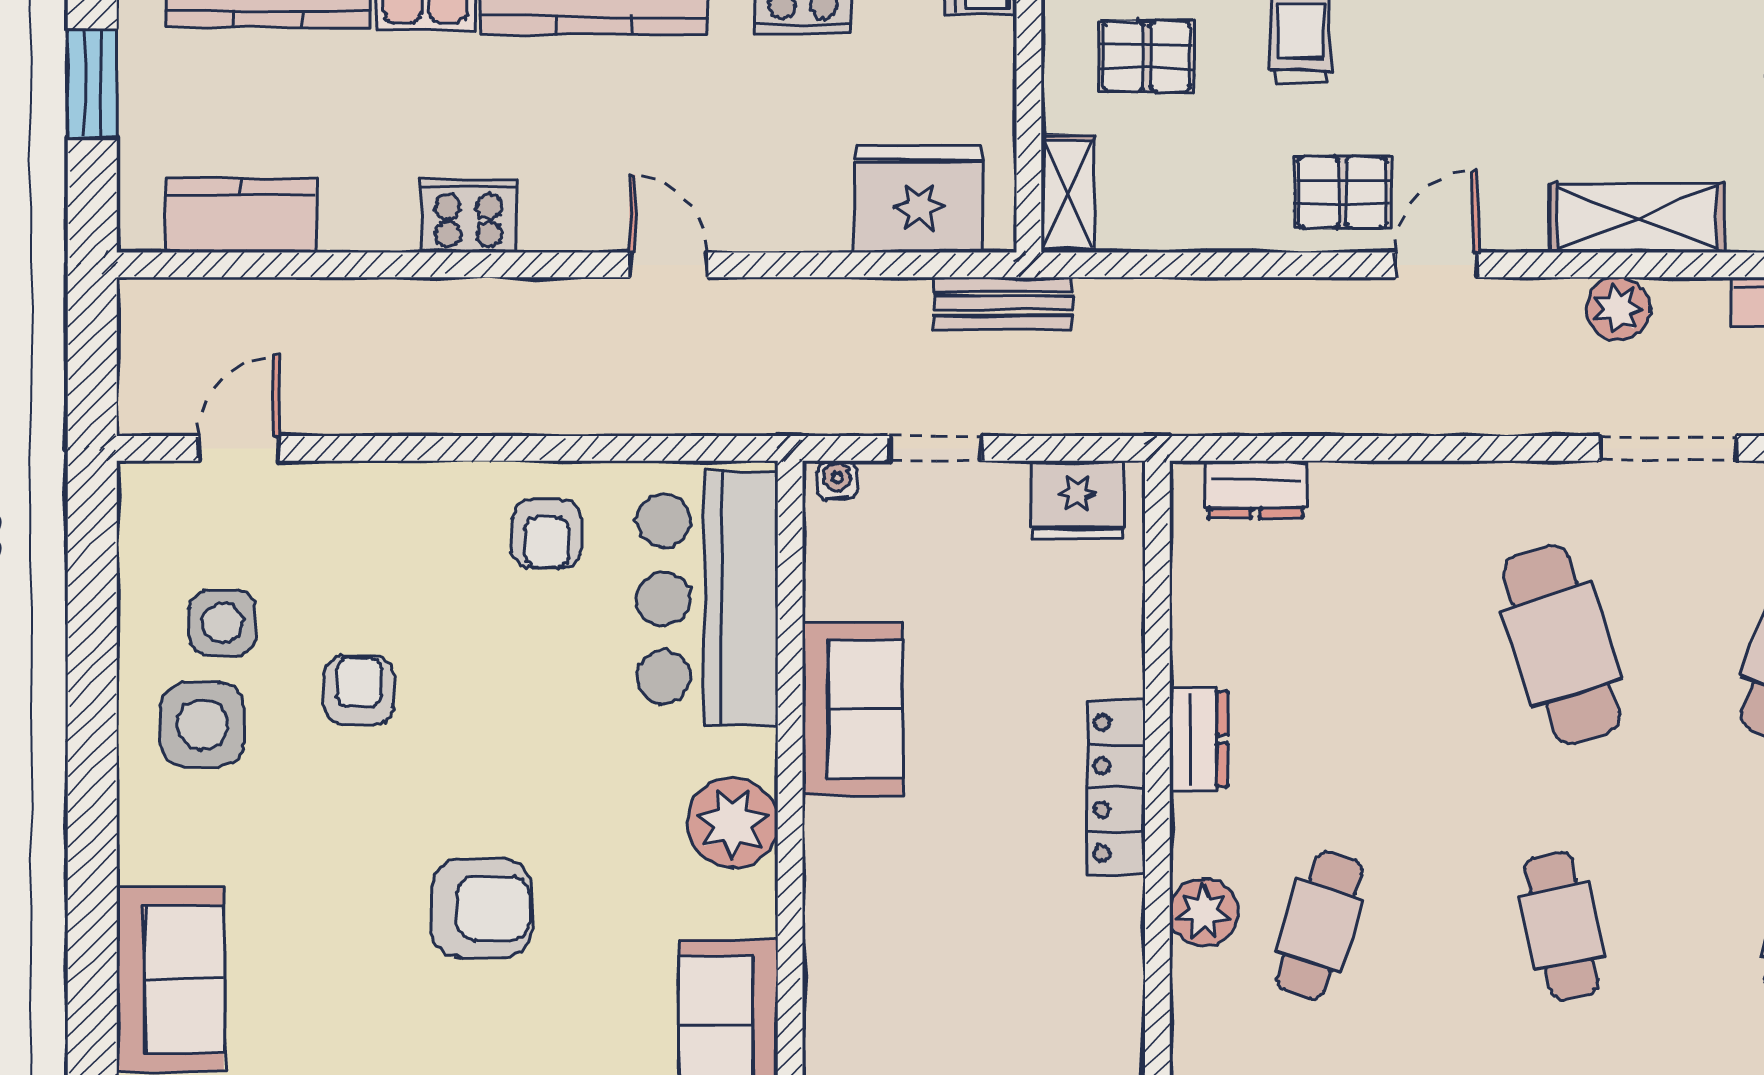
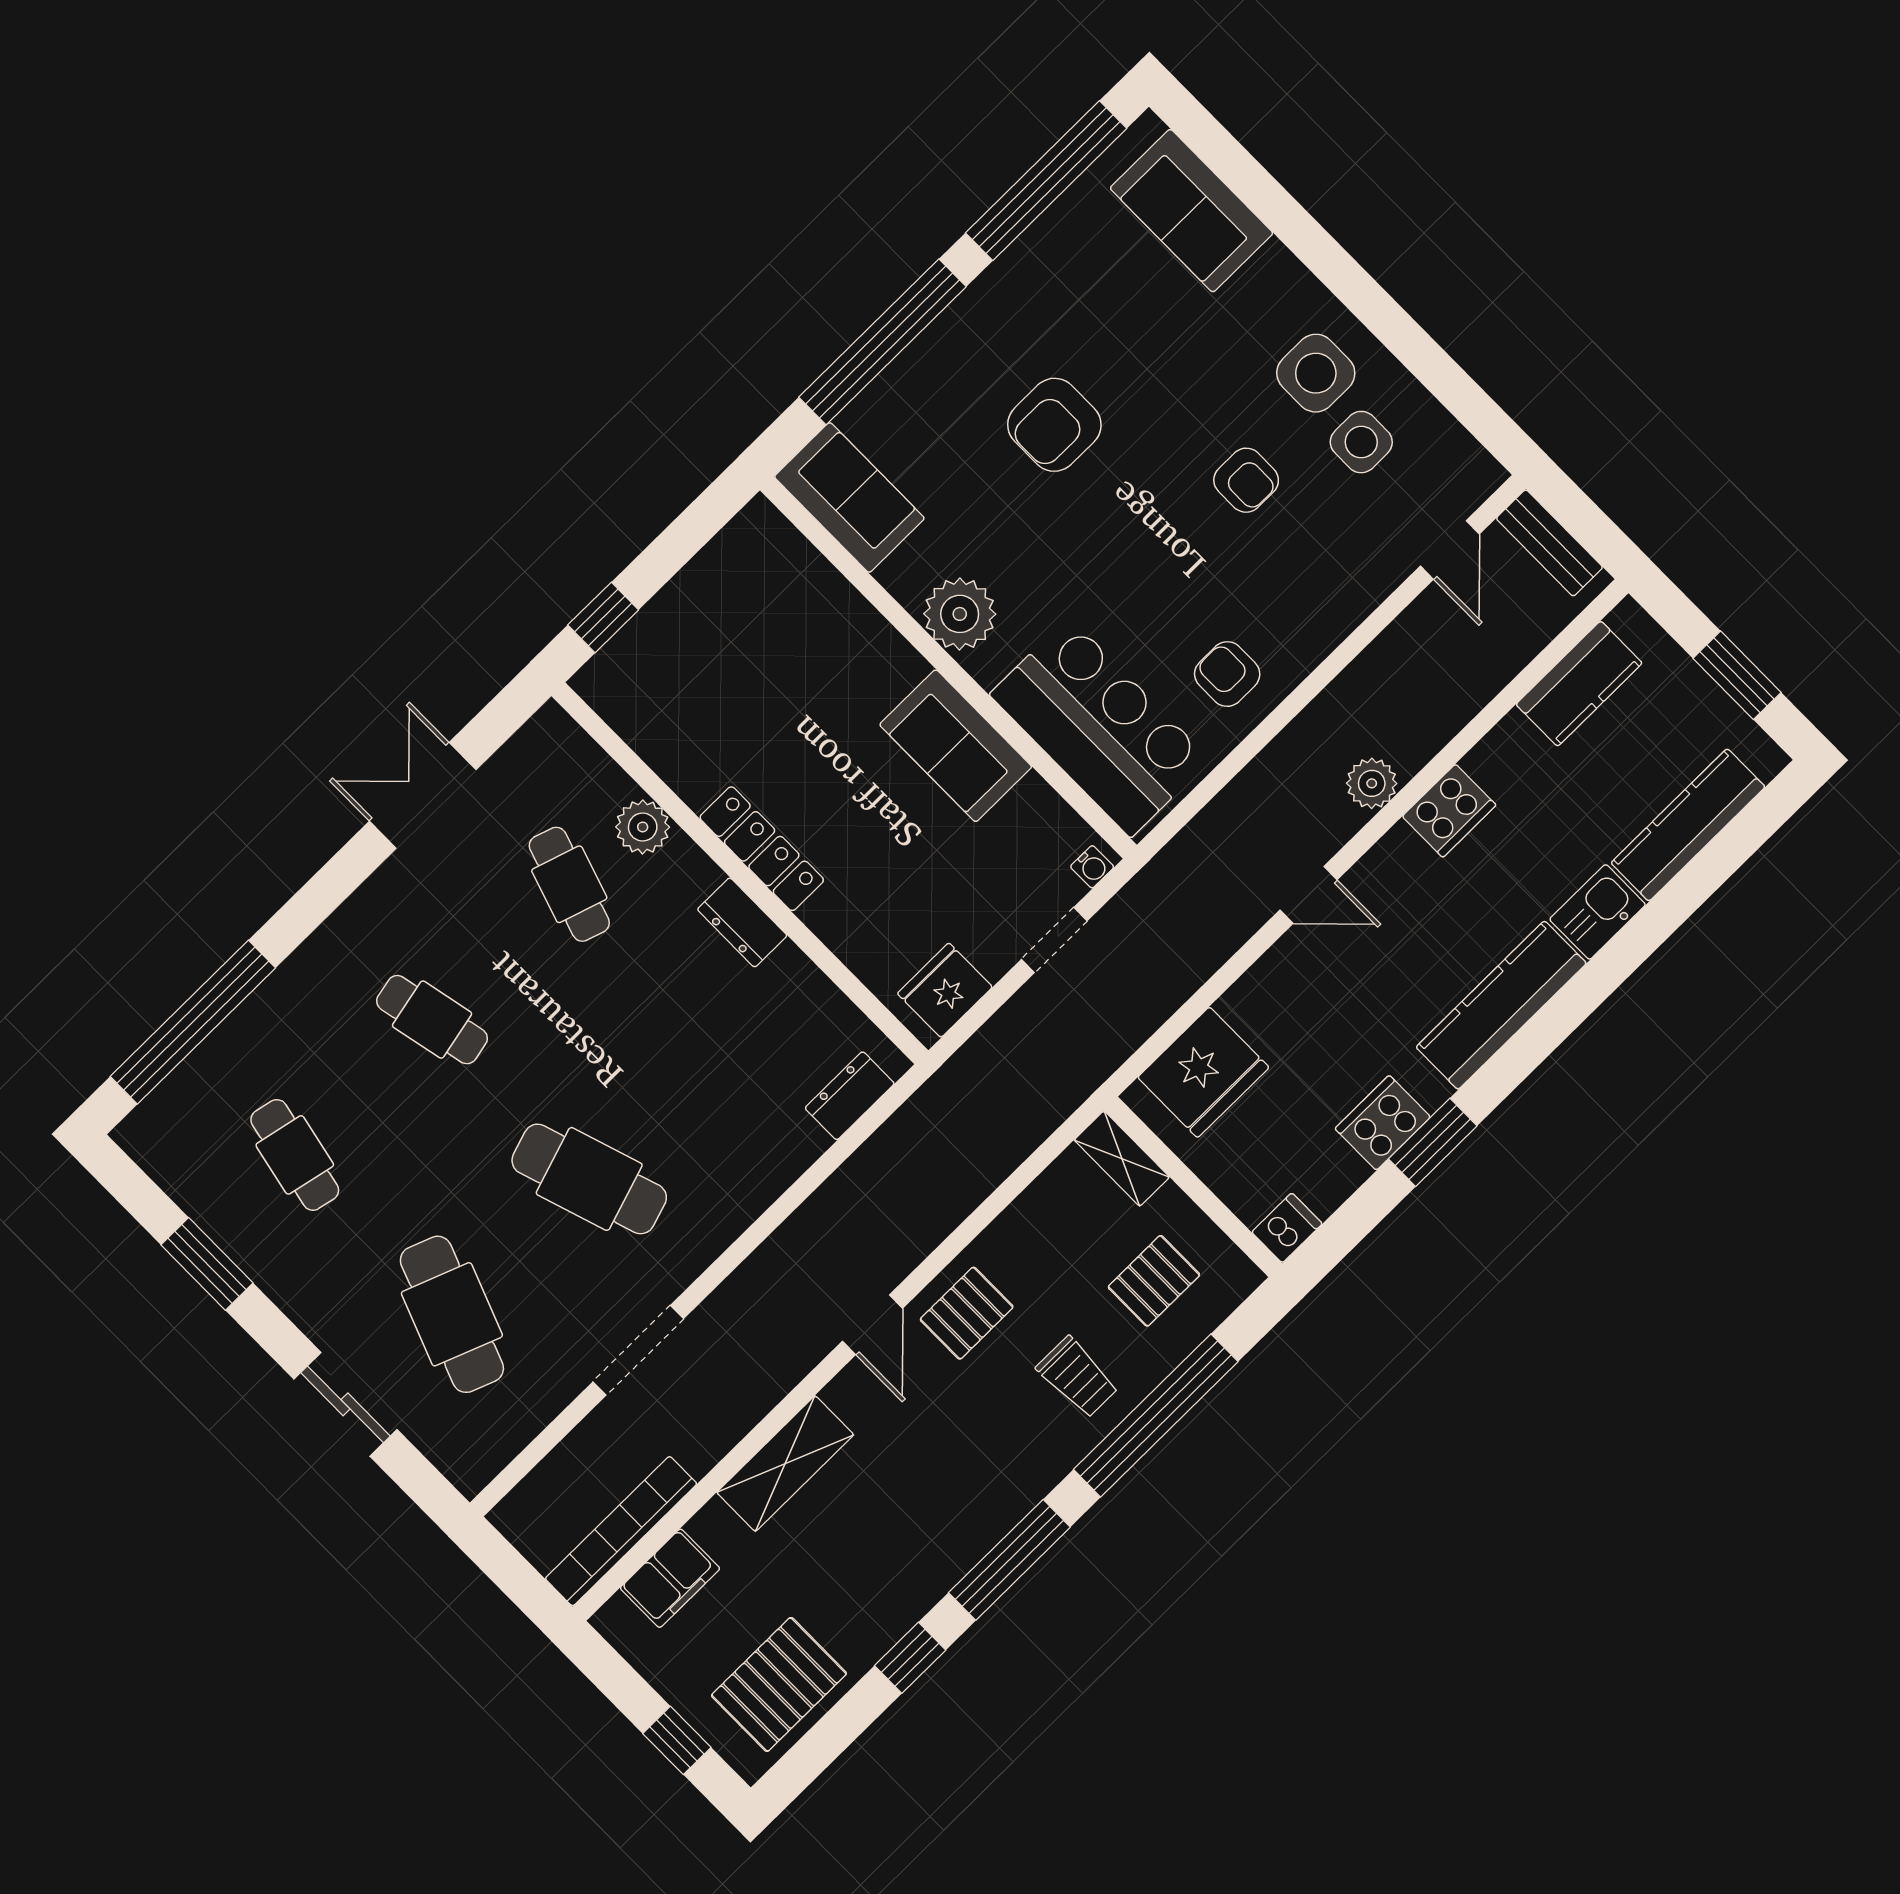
bench: (1003, 304) -> (1549, 543), moved, turned 90
plant: (1618, 309) -> (1372, 783), moved

